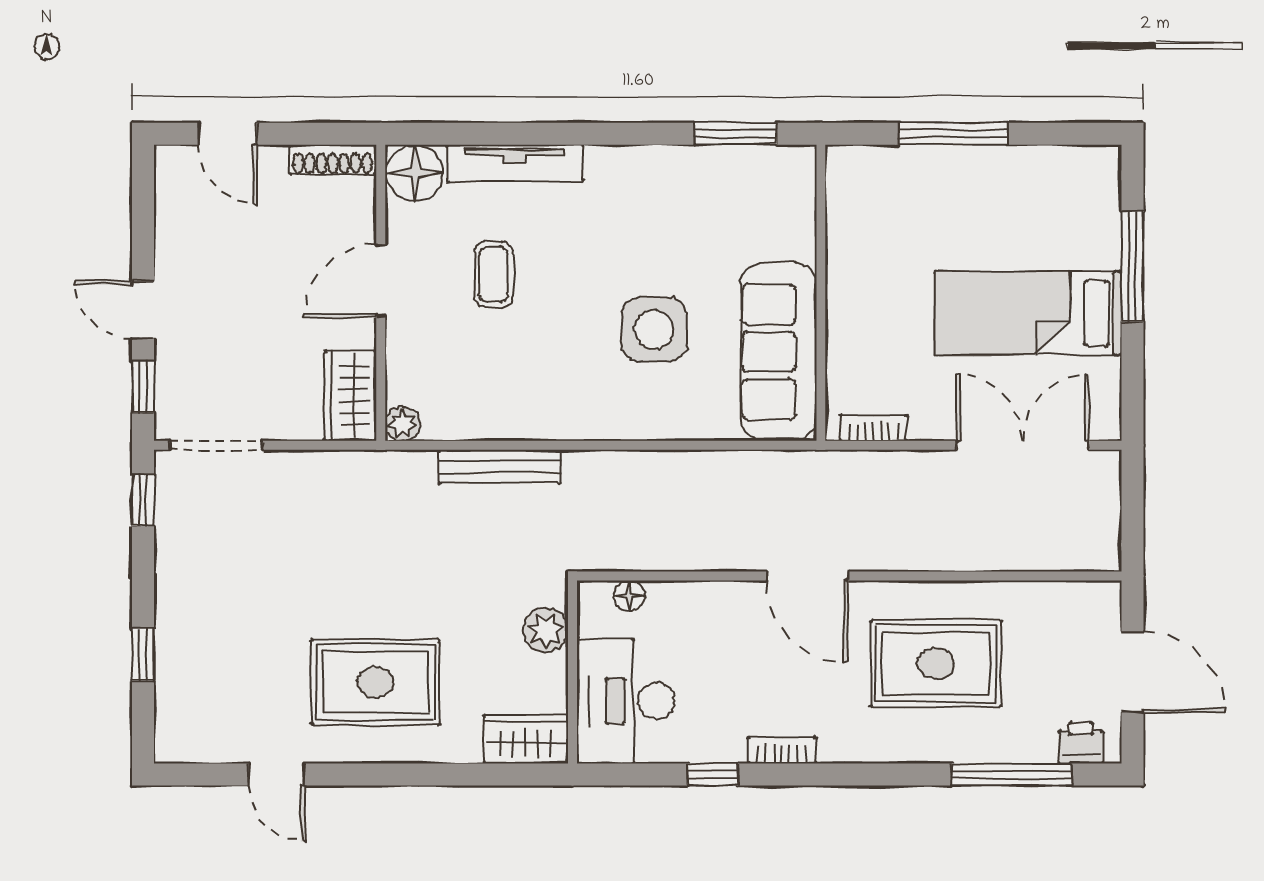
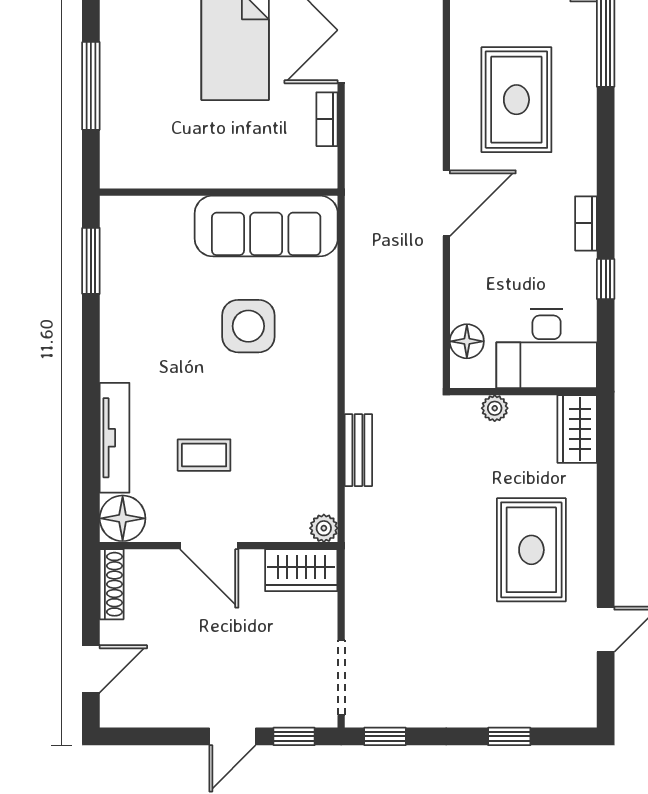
bookcase: (874, 428) -> (327, 119), moved
bench: (500, 467) -> (358, 450), width x0.73
floor lamp: (629, 596) -> (467, 341), width x1.37, depth x1.37
plant: (546, 630) -> (495, 408), width x0.73, depth x0.73

